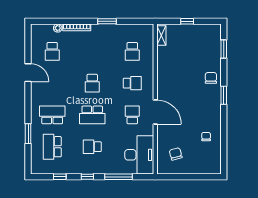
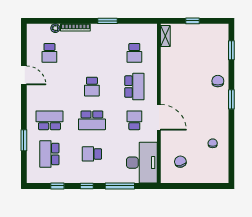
school desk: (132, 83) -> (134, 87), width x1.85

